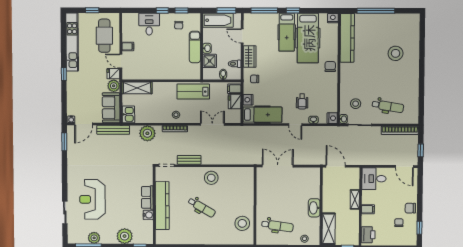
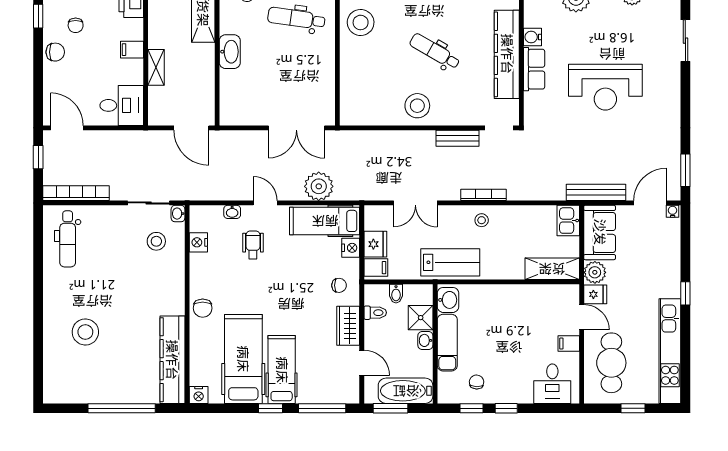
desk: (149, 24) -> (552, 384), moved
washbasin: (194, 71) -> (448, 300), added
dental chair: (388, 106) -> (68, 239), moved, turned -99
nightstand: (332, 118) -> (198, 242), moved
plant: (147, 133) -> (319, 186), moved
reception desk: (92, 199) -> (605, 87), moved, turned 90

